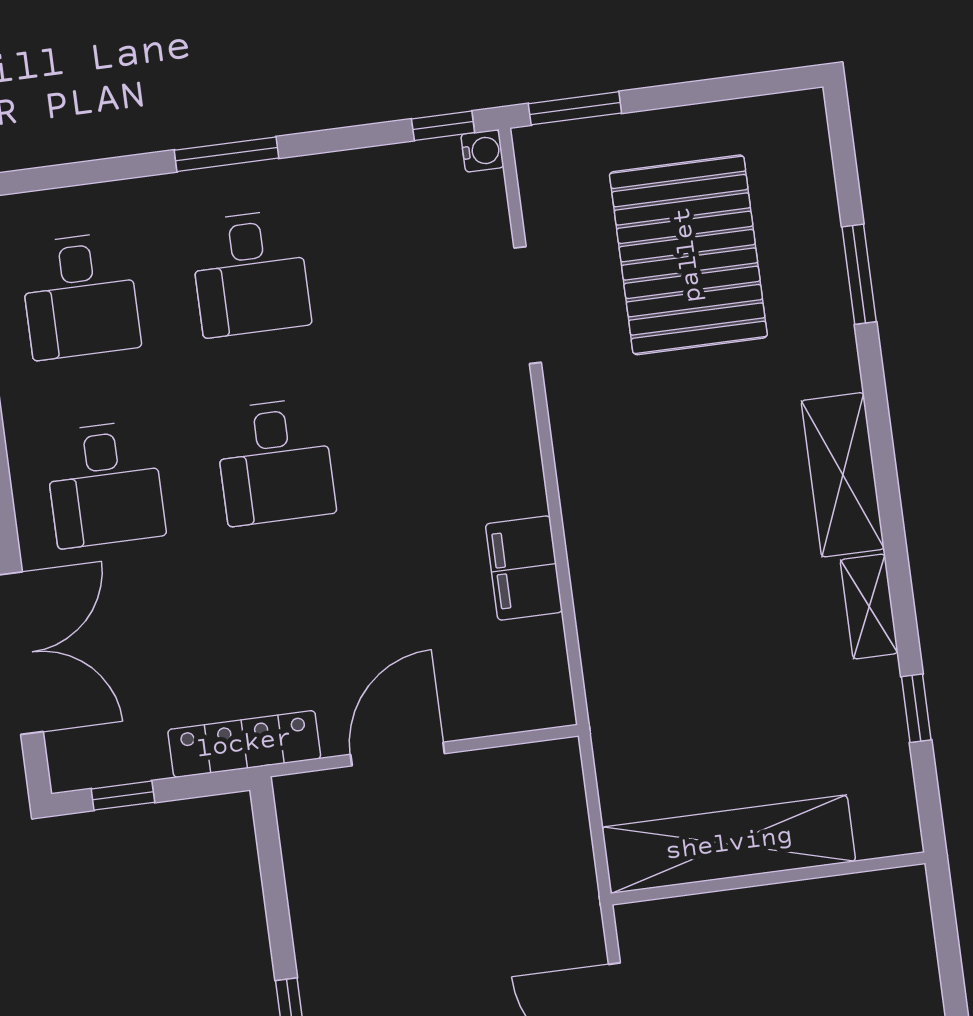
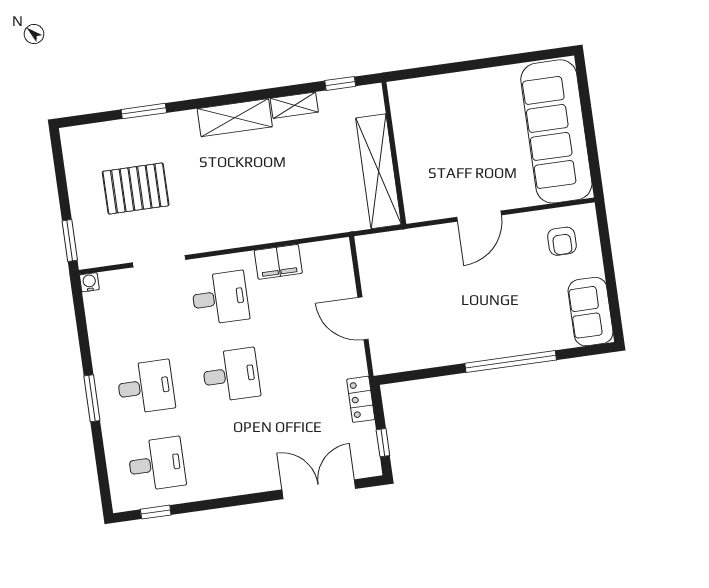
window: (443, 126) -> (78, 300), removed
pallet: (688, 255) -> (136, 189), width x0.73, depth x0.71
desk: (105, 484) -> (220, 298), moved
locker: (244, 744) -> (361, 399), width x0.66
shelving: (729, 844) -> (379, 171), moved
wall: (768, 878) -> (394, 153), moved

